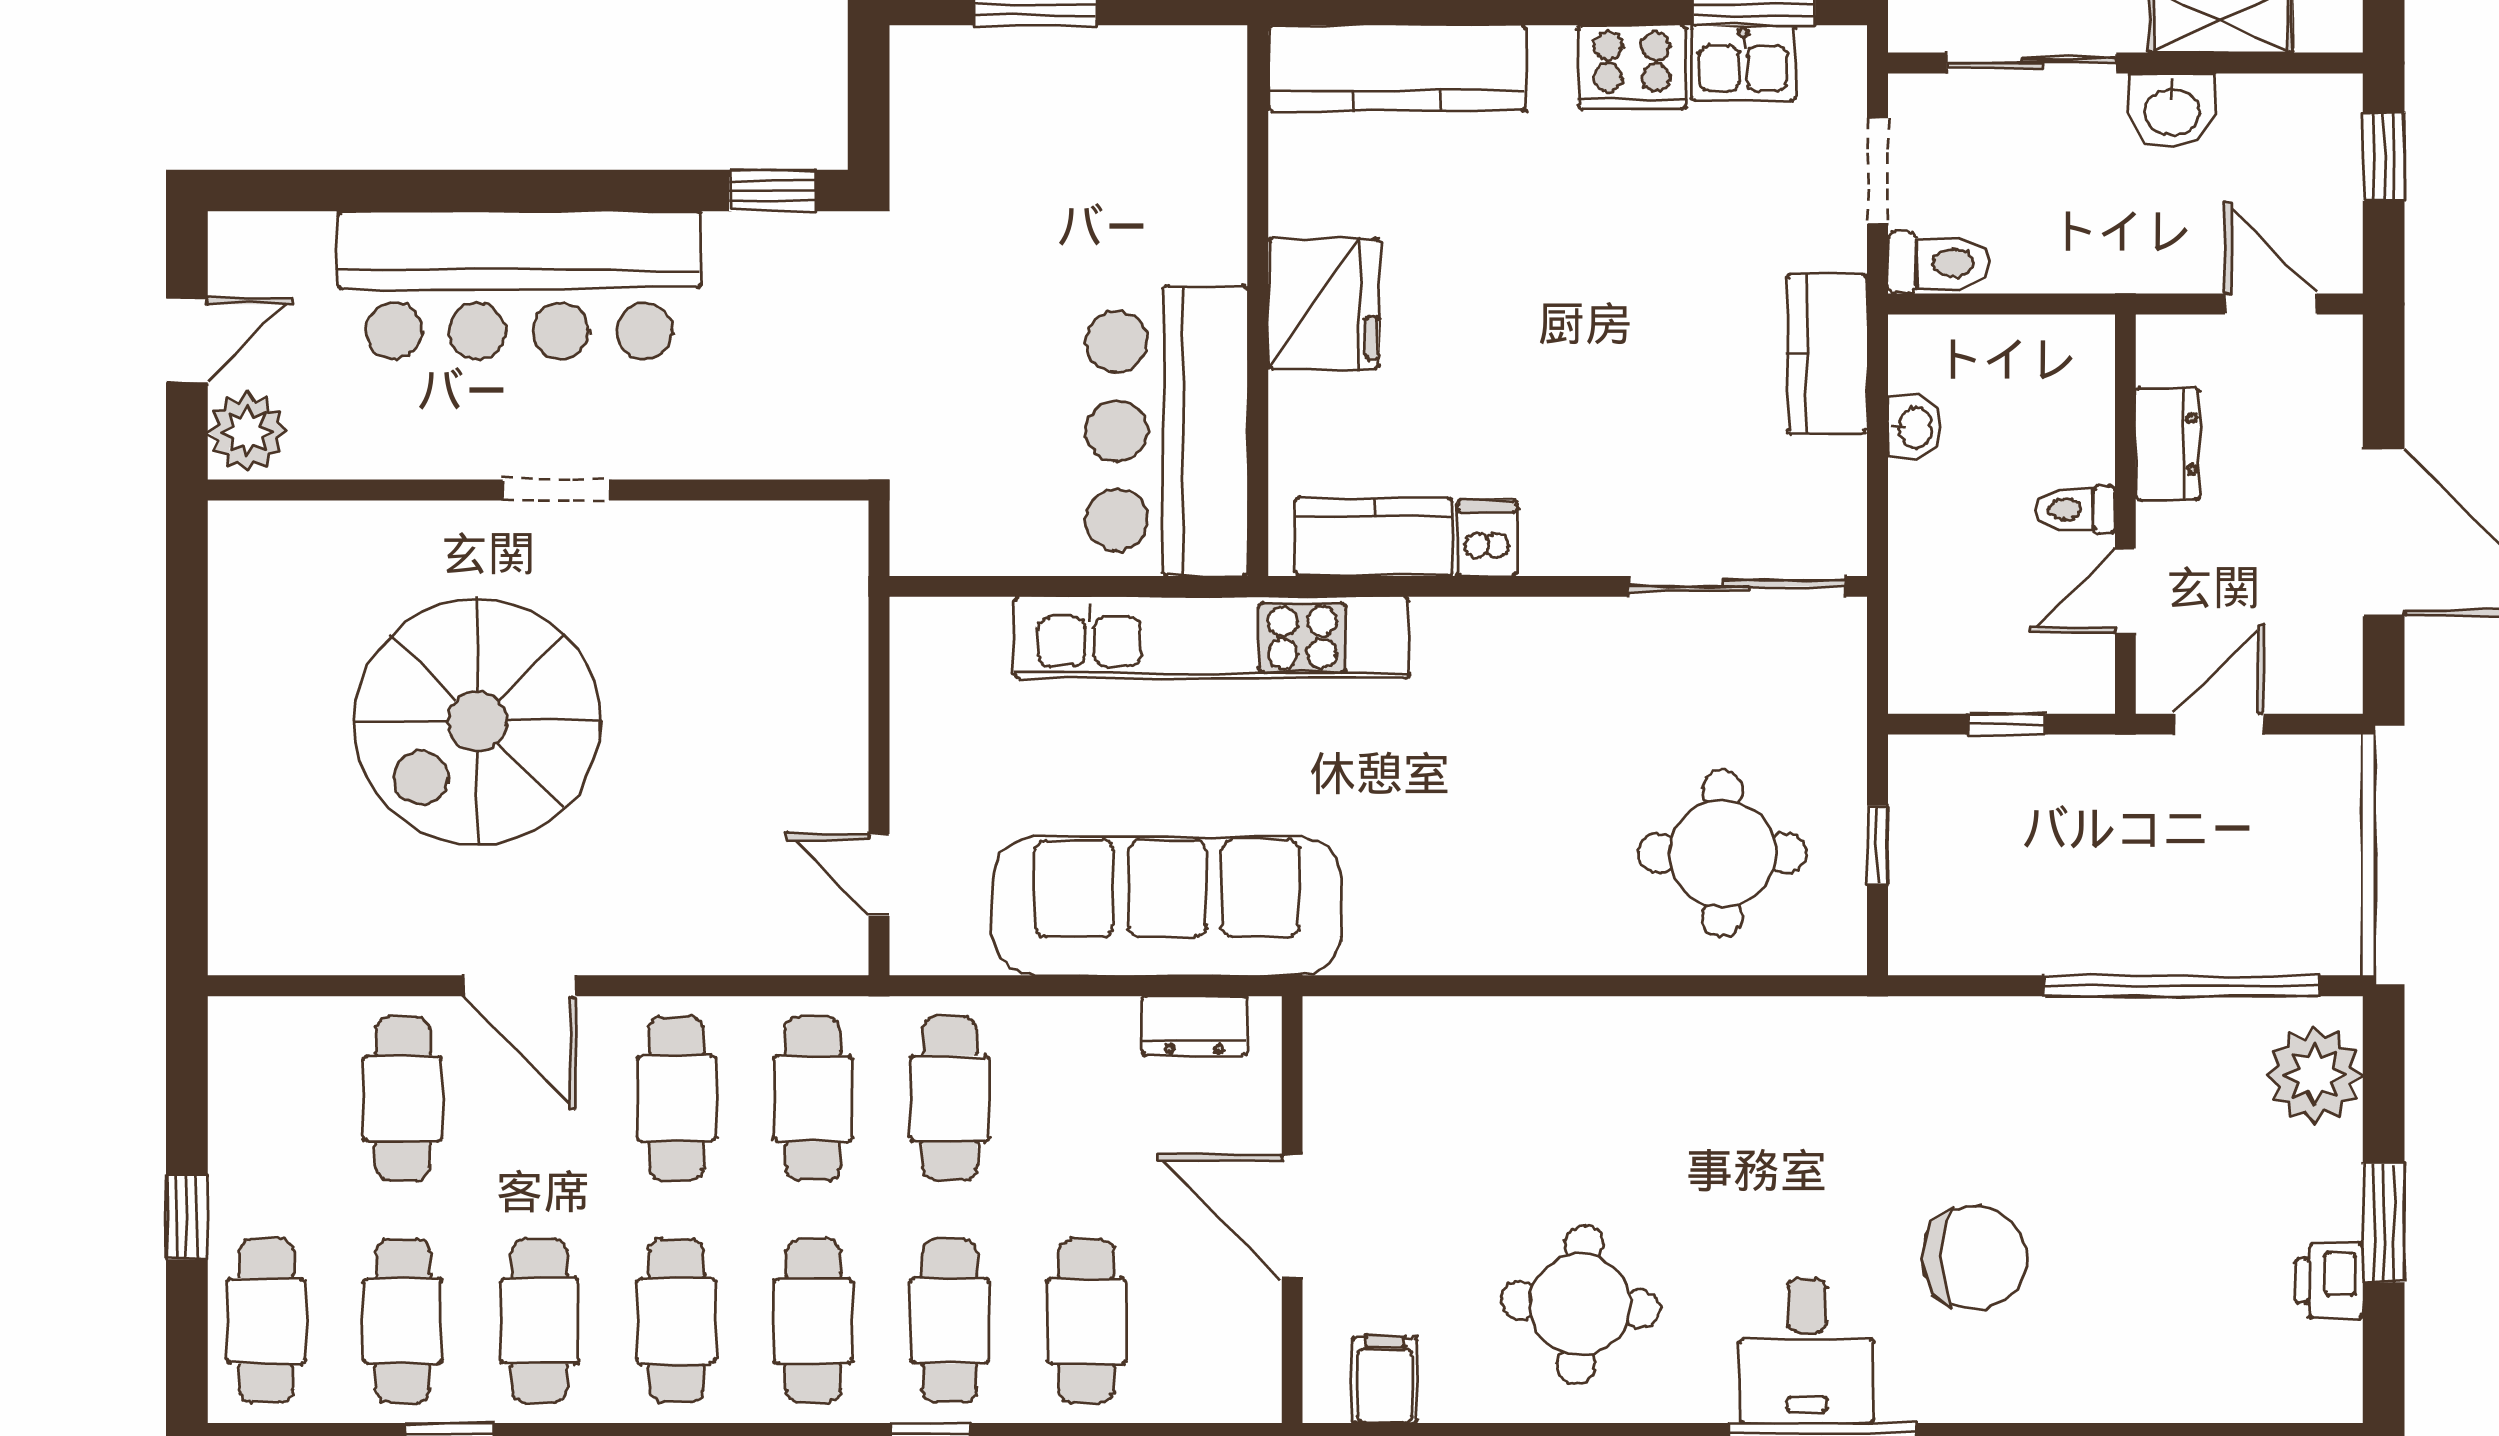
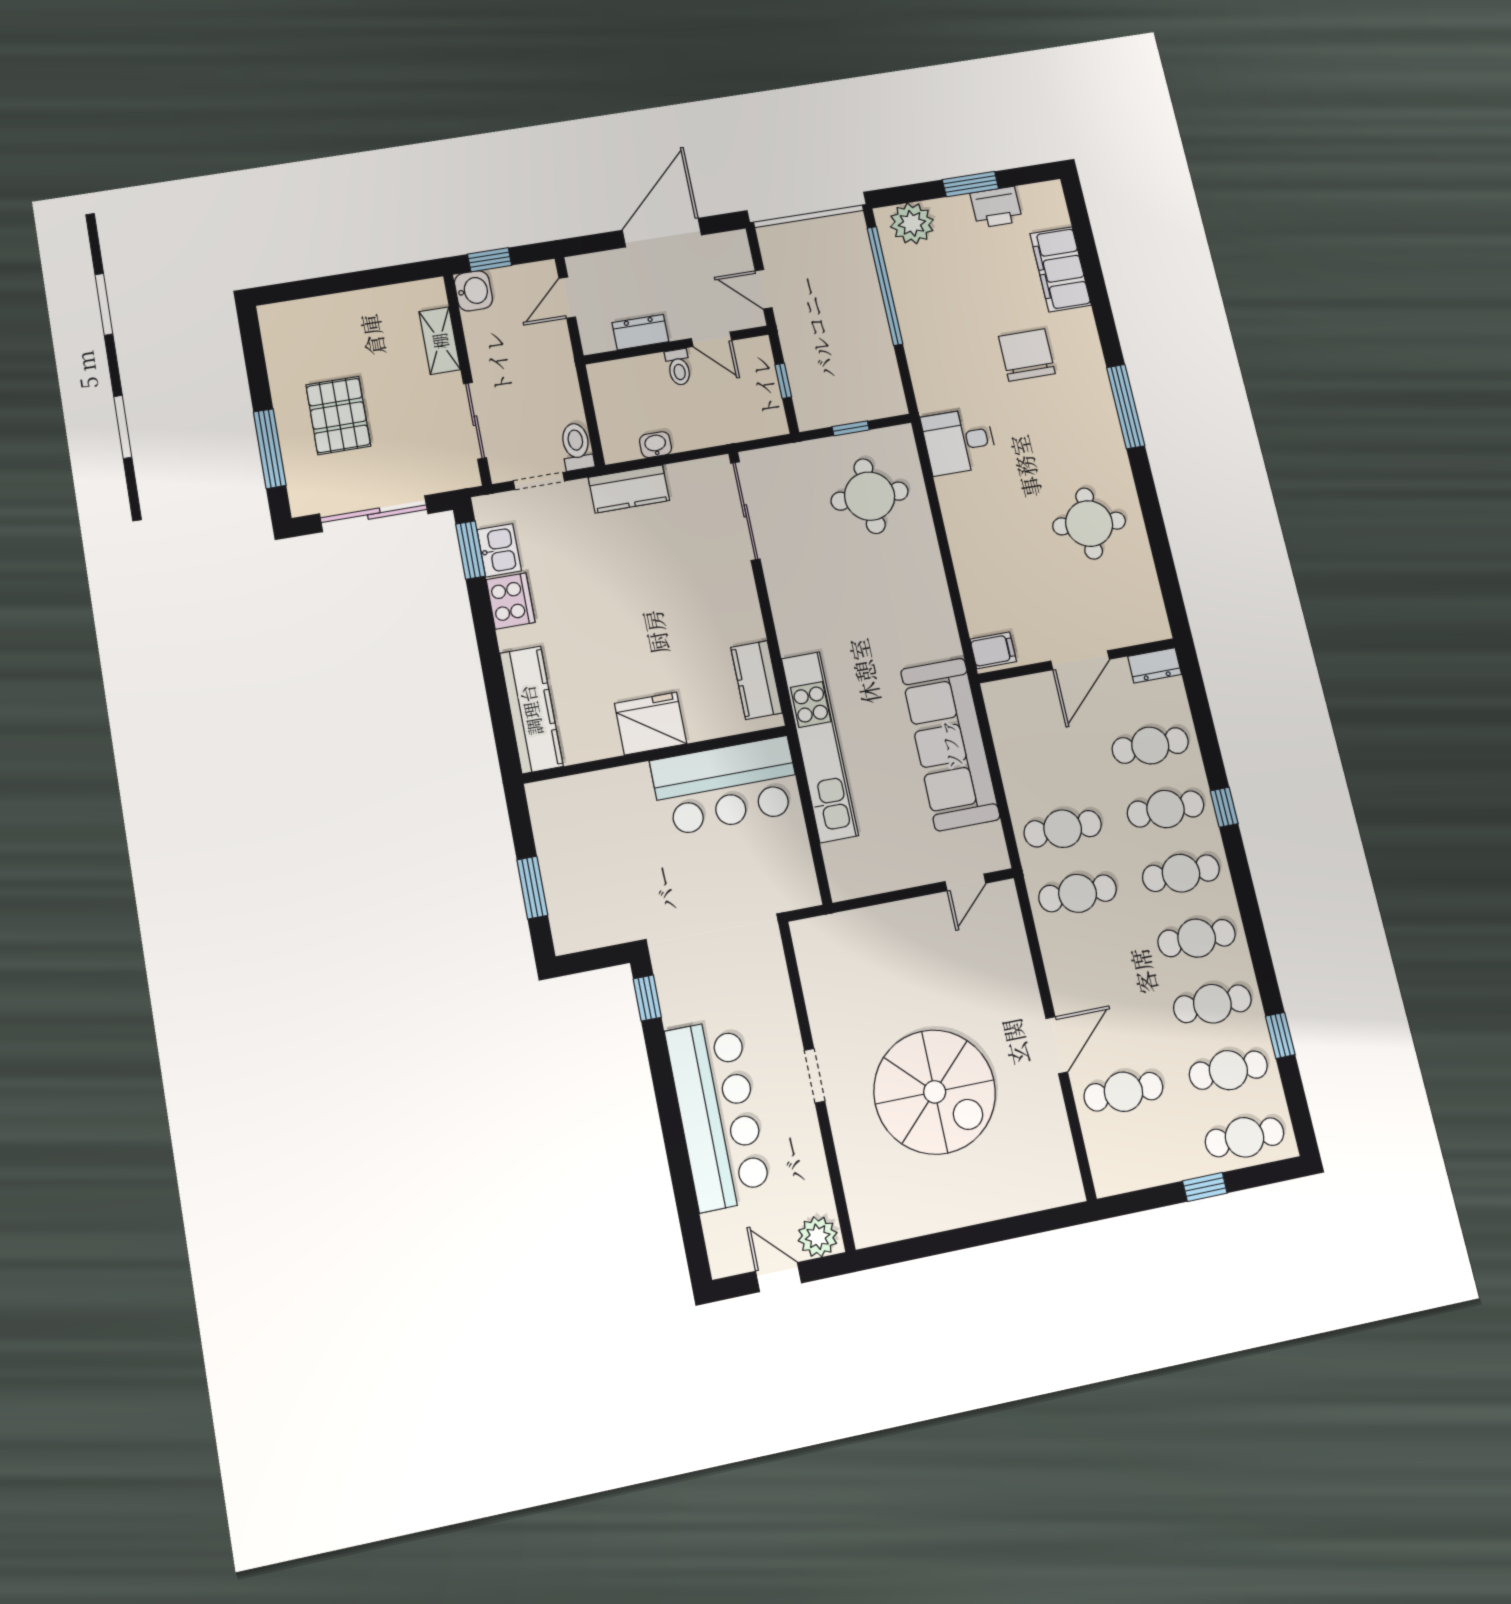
washbasin: (2172, 110) -> (473, 291), moved
dishwasher: (1487, 538) -> (746, 628), removed
dresser: (1194, 1026) -> (1155, 665), moved, turned 90
cafe table: (676, 1098) -> (1093, 959), removed
printer: (2329, 1281) -> (996, 207), width x1.36, depth x1.24
desk: (1807, 1351) -> (959, 441), moved, turned 180
filing cabinet: (2155, 1375) -> (1060, 269), added
filing cabinet: (1385, 1380) -> (993, 650), moved, turned 180

